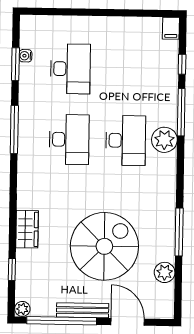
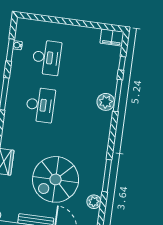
filing cabinet: (171, 28) -> (112, 37), width x2.00
desk: (126, 140) -> (78, 110), removed
plant: (164, 140) -> (106, 102), moved
spiral stairs: (104, 246) -> (56, 179), turned 180

